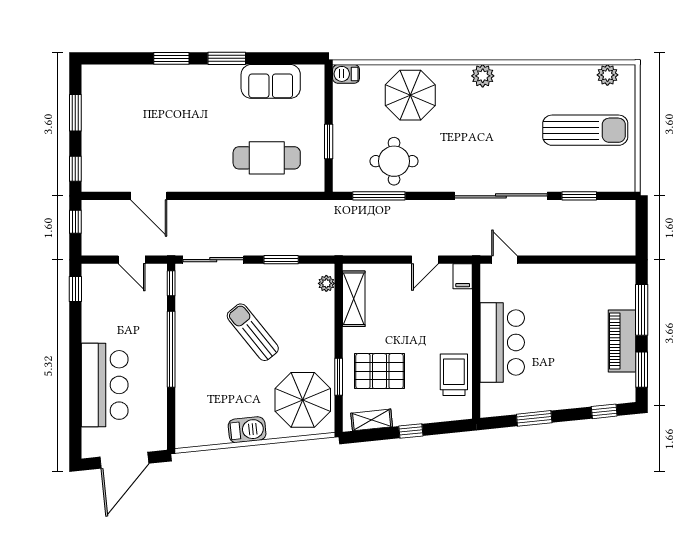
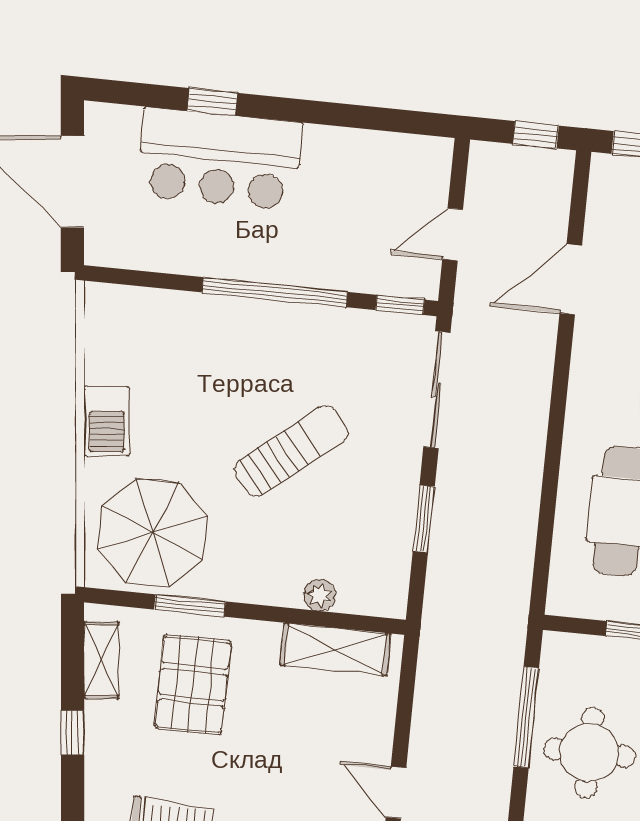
plant: (326, 283) -> (320, 595), moved
window: (75, 289) -> (213, 102), moved

